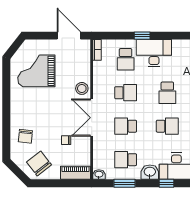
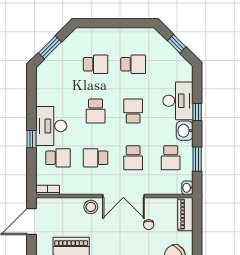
school desk: (126, 93) -> (96, 158), turned -90
school desk: (167, 93) -> (96, 111), turned 90

